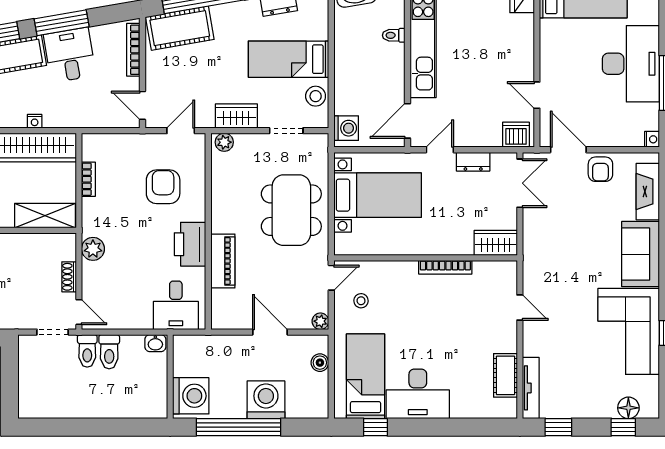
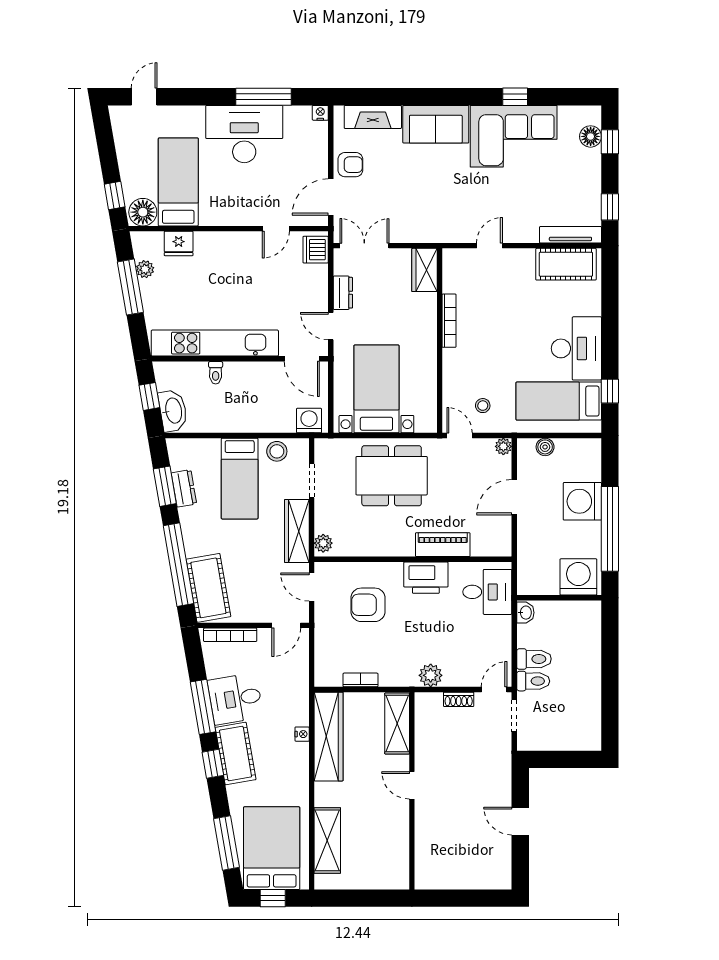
wardrobe: (236, 116) -> (297, 531), width x1.50
cot: (505, 375) -> (566, 264), width x1.37, depth x1.34

